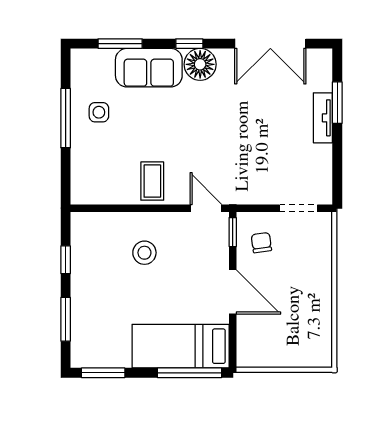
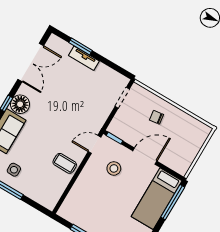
chair: (261, 243) -> (157, 117), moved
stool: (144, 253) -> (114, 168), moved

